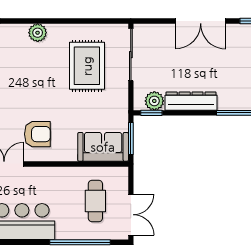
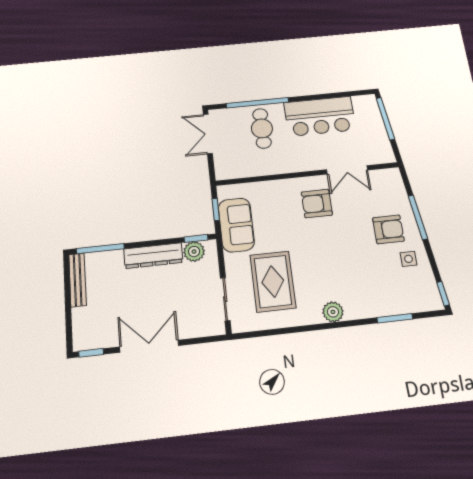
sliding door: (131, 55) -> (225, 299), width x0.73
window: (131, 139) -> (216, 209), width x0.67
sofa: (103, 147) -> (236, 225), moved, turned -90
cafe table: (95, 201) -> (262, 128), moved

